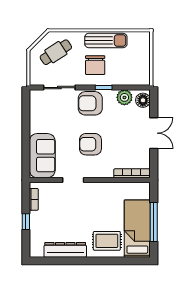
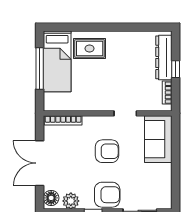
double door: (154, 133) -> (40, 163), width x1.37
dresser: (65, 250) -> (164, 57), moved, turned 90

